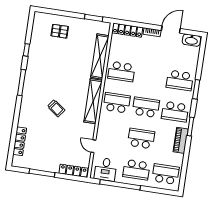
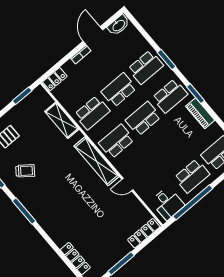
locker: (127, 30) -> (55, 79), width x0.66
shelving: (100, 56) -> (62, 120), width x0.68
trolley: (56, 108) -> (25, 171), moved
school desk: (141, 138) -> (119, 90), moved
door: (93, 146) -> (127, 185), moved

